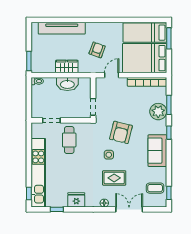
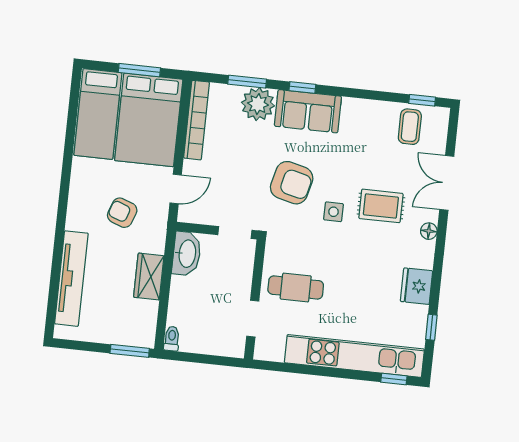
window: (169, 38) -> (139, 70), moved
door: (112, 75) -> (176, 189), swing flipped
washbasin: (67, 84) -> (187, 254), moved
sofa: (157, 151) -> (308, 111), moved
rug: (114, 178) -> (381, 206), turned 90

